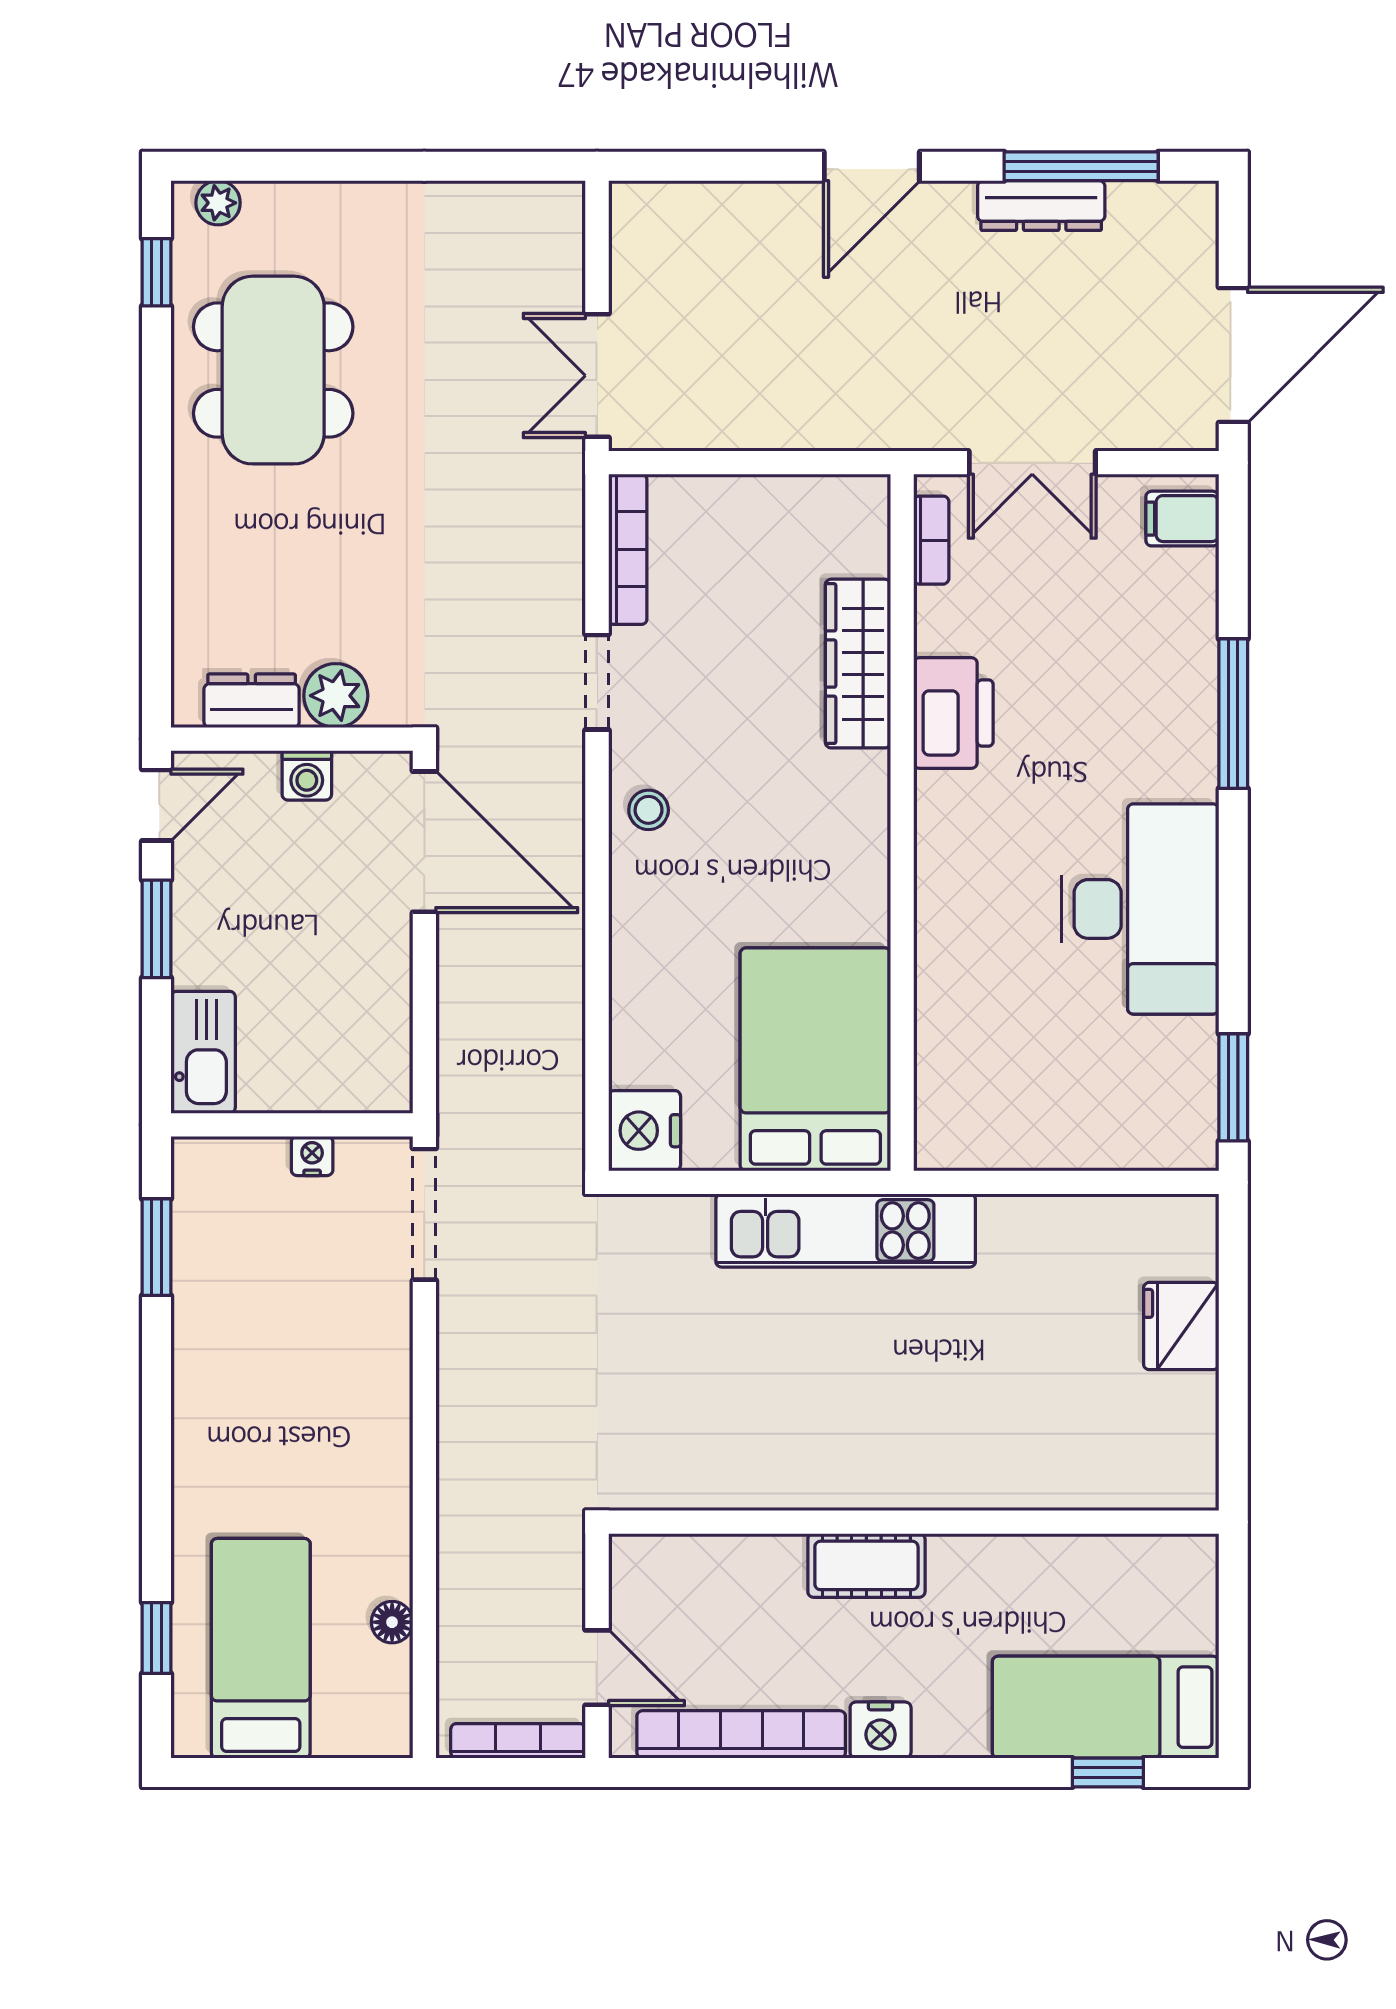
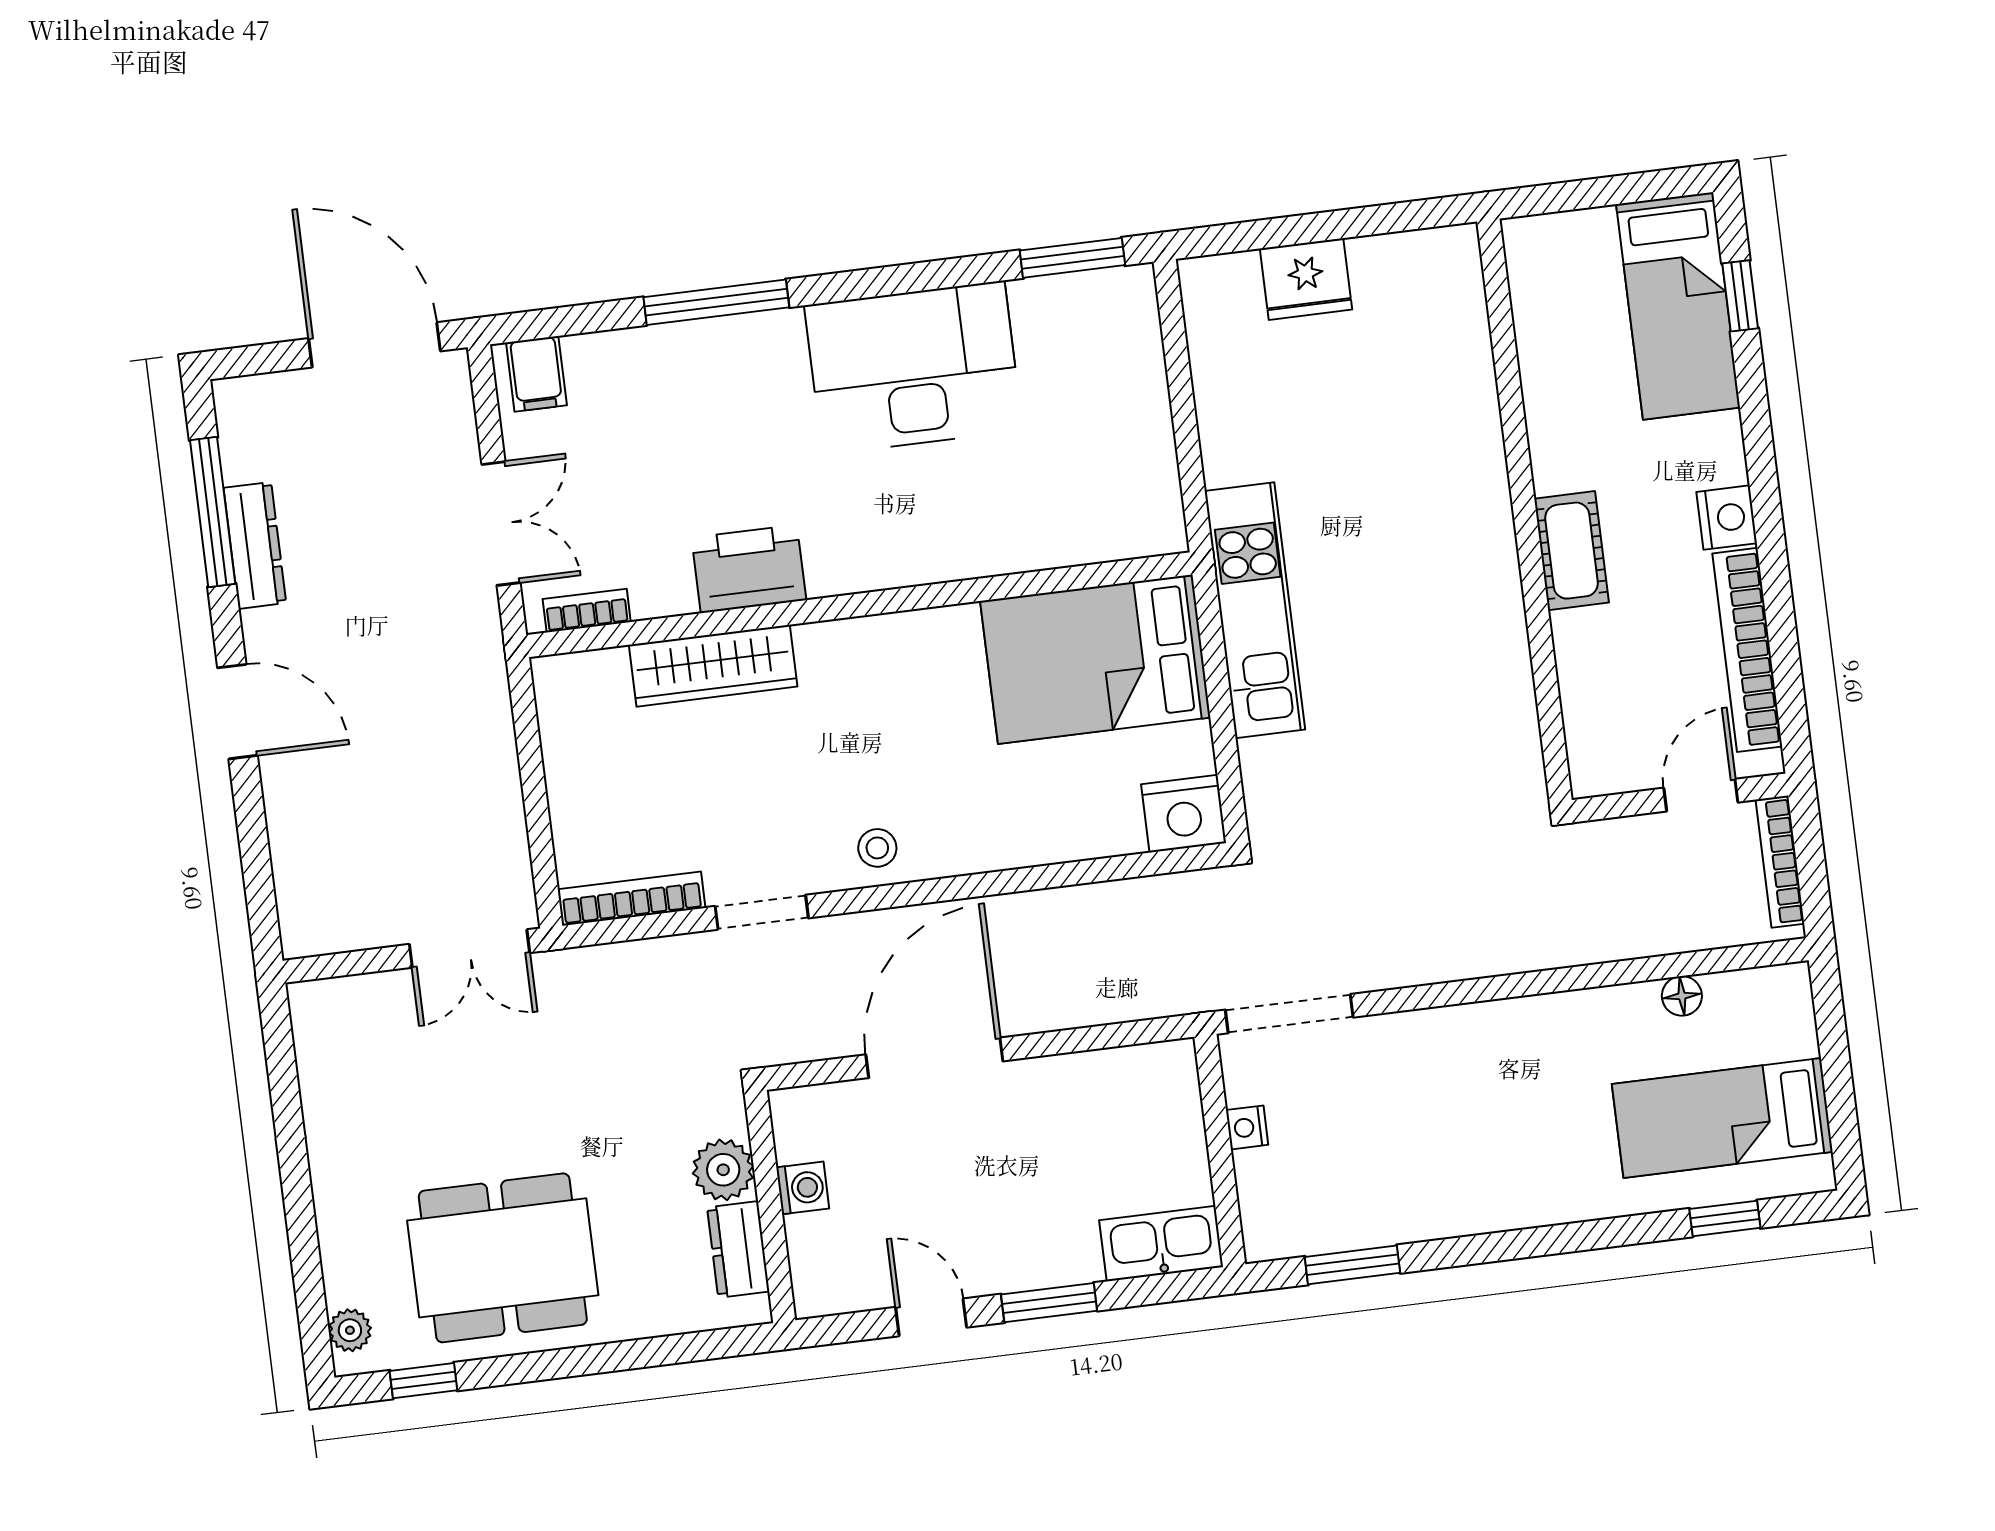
plant: (336, 696) -> (723, 1170), moved
dresser: (252, 701) -> (738, 1249), moved
wall: (292, 739) -> (770, 1206), moved
washing machine: (307, 775) -> (803, 1188), moved

